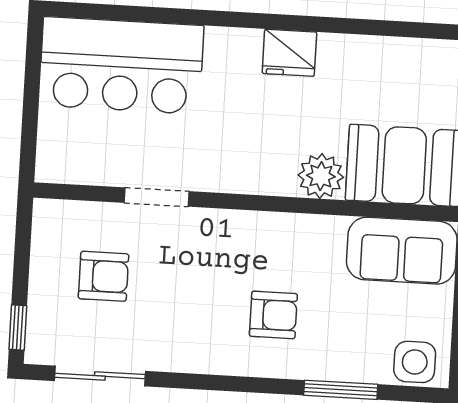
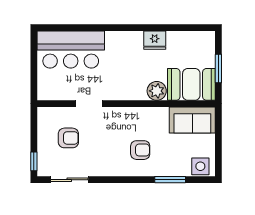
fridge: (289, 53) -> (155, 40), moved

